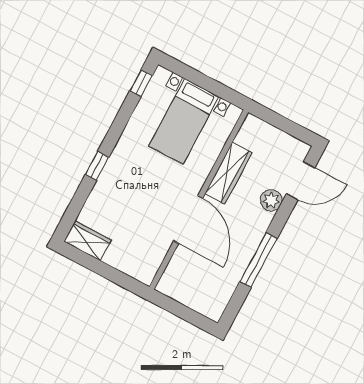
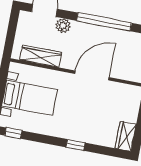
wardrobe: (228, 173) -> (41, 56), moved
window: (259, 260) -> (104, 22), width x1.46

